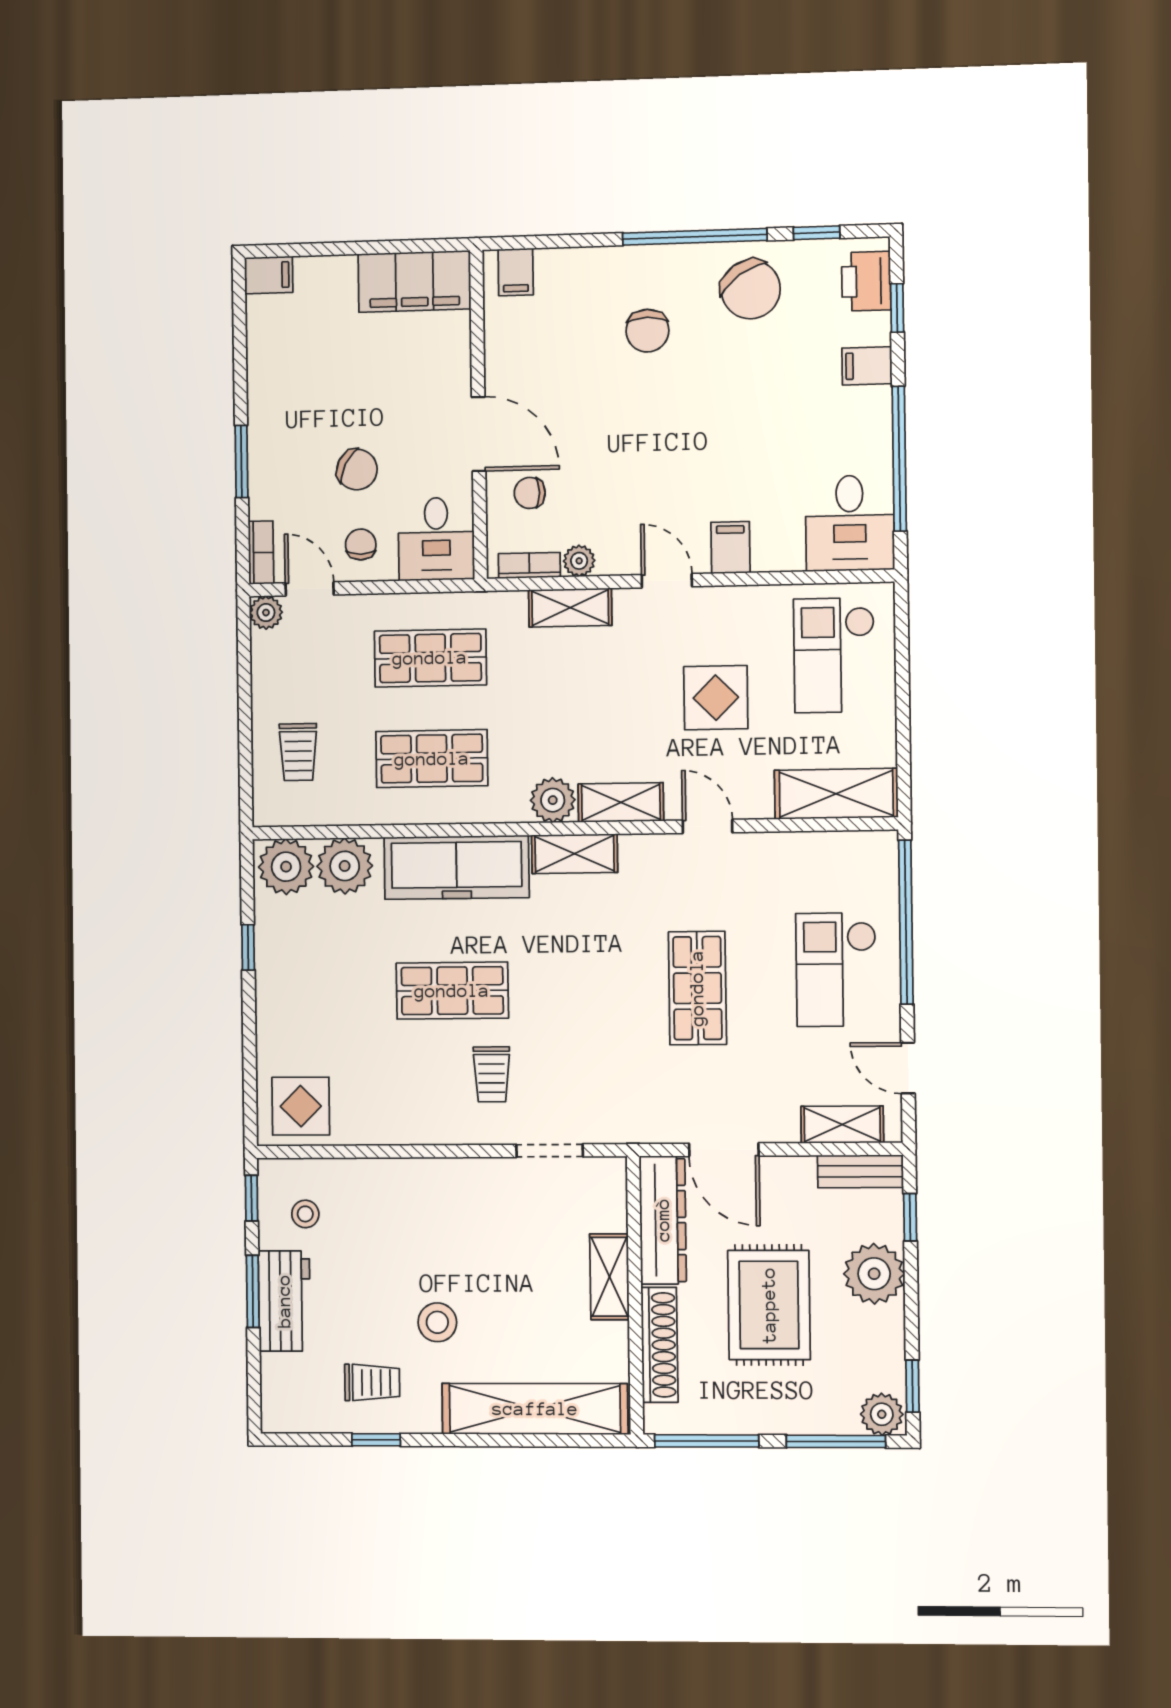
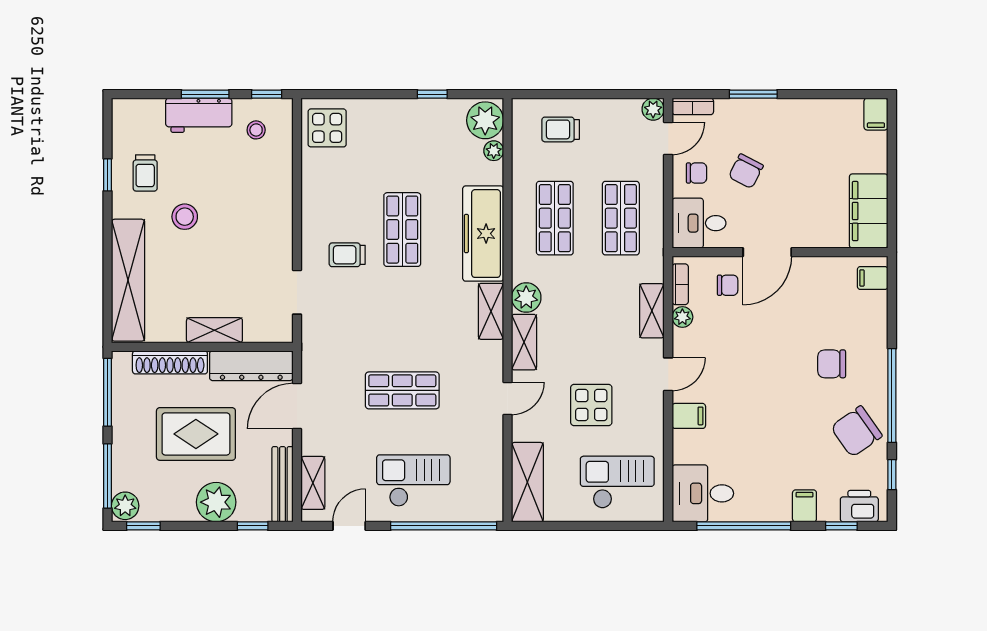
chair: (530, 493) -> (728, 285), turned 90
plant: (345, 866) -> (494, 151), width x0.53, depth x0.53
bench: (860, 1171) -> (282, 484), width x1.36

